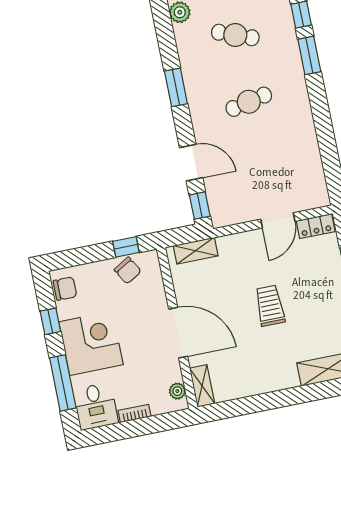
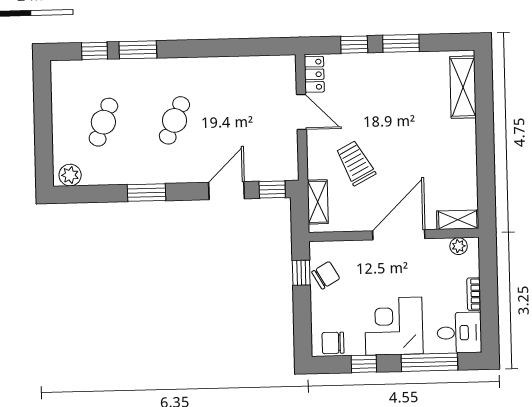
cafe table: (249, 102) -> (174, 120), turned 36
chair: (65, 289) -> (333, 343), turned -90
trolley: (270, 306) -> (356, 163), moved, turned 62

